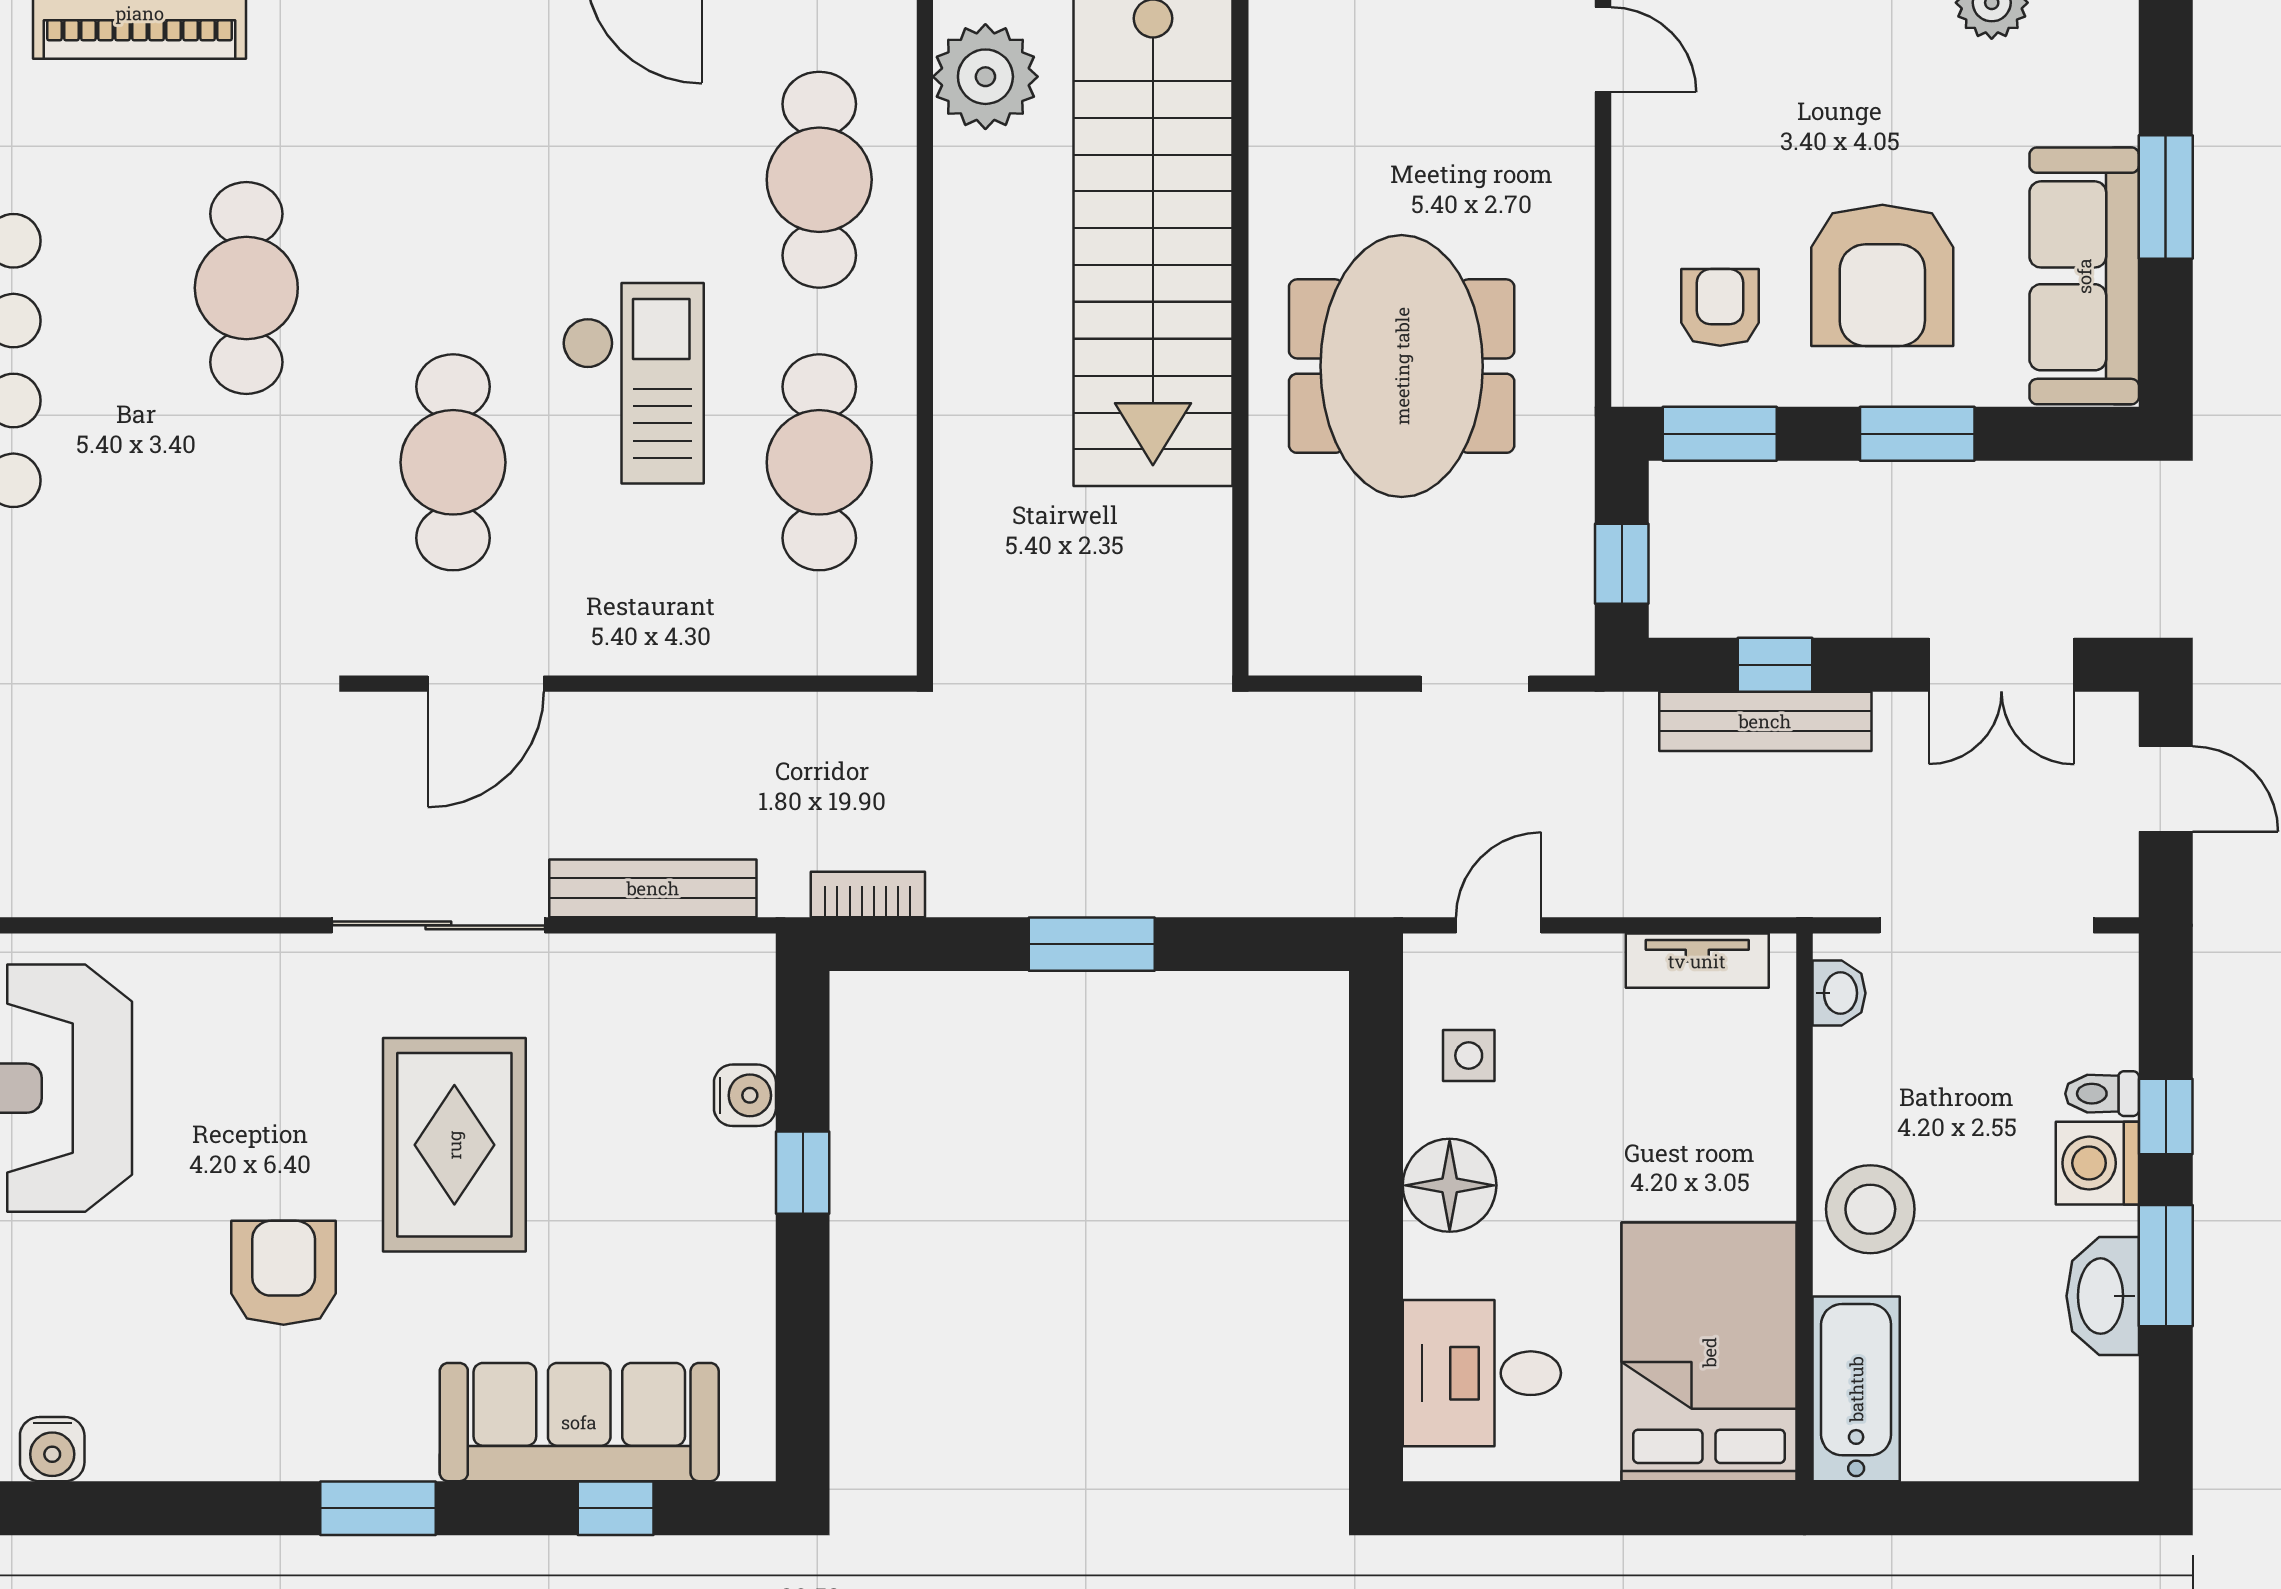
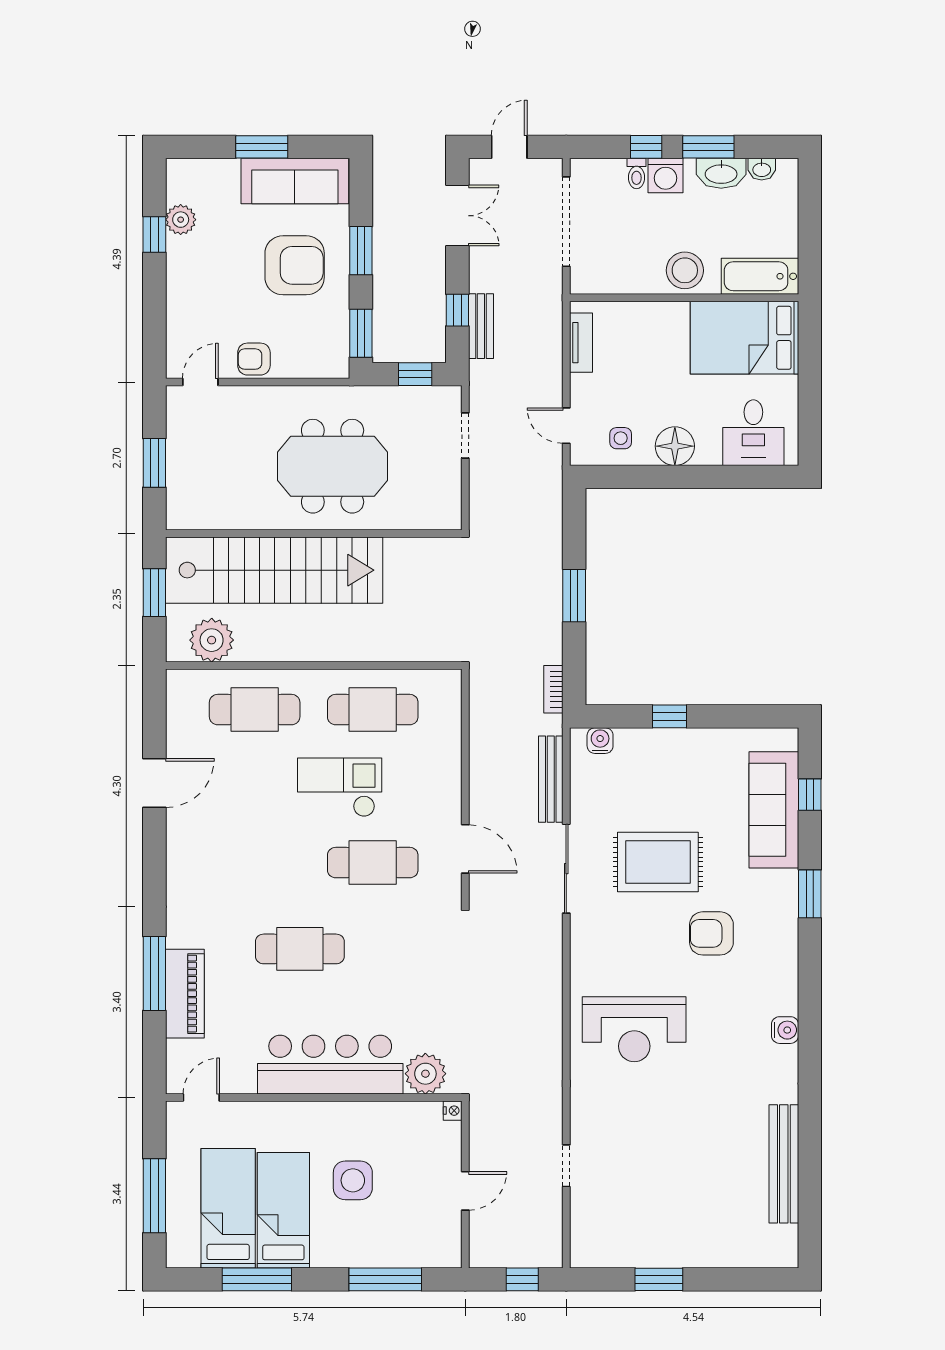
armchair: (1720, 307) -> (254, 359), moved
bench: (1765, 721) -> (481, 326), width x0.73
washbasin: (1839, 993) -> (762, 169), moved, turned 180
water cooler: (745, 1095) -> (600, 741), moved

